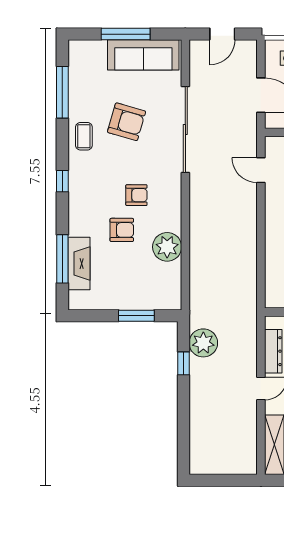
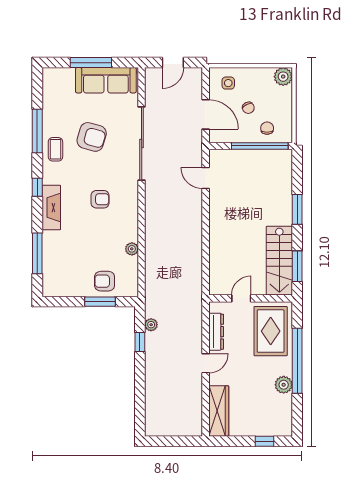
window: (62, 92) -> (37, 131), moved
armchair: (122, 230) -> (105, 281), moved, turned 180
plant: (167, 247) -> (132, 249), width x0.53, depth x0.53
fireplace: (79, 264) -> (51, 208), moved
plant: (203, 343) -> (151, 325), width x0.53, depth x0.53

